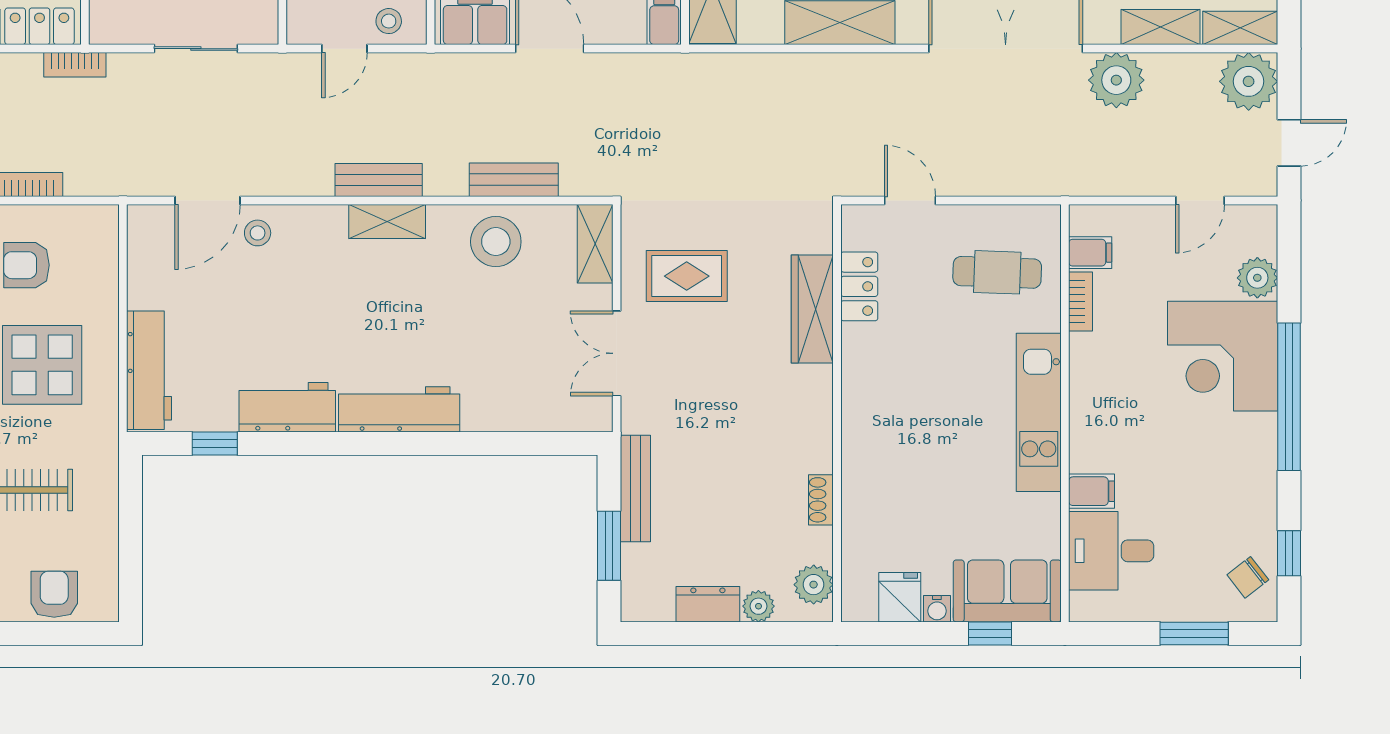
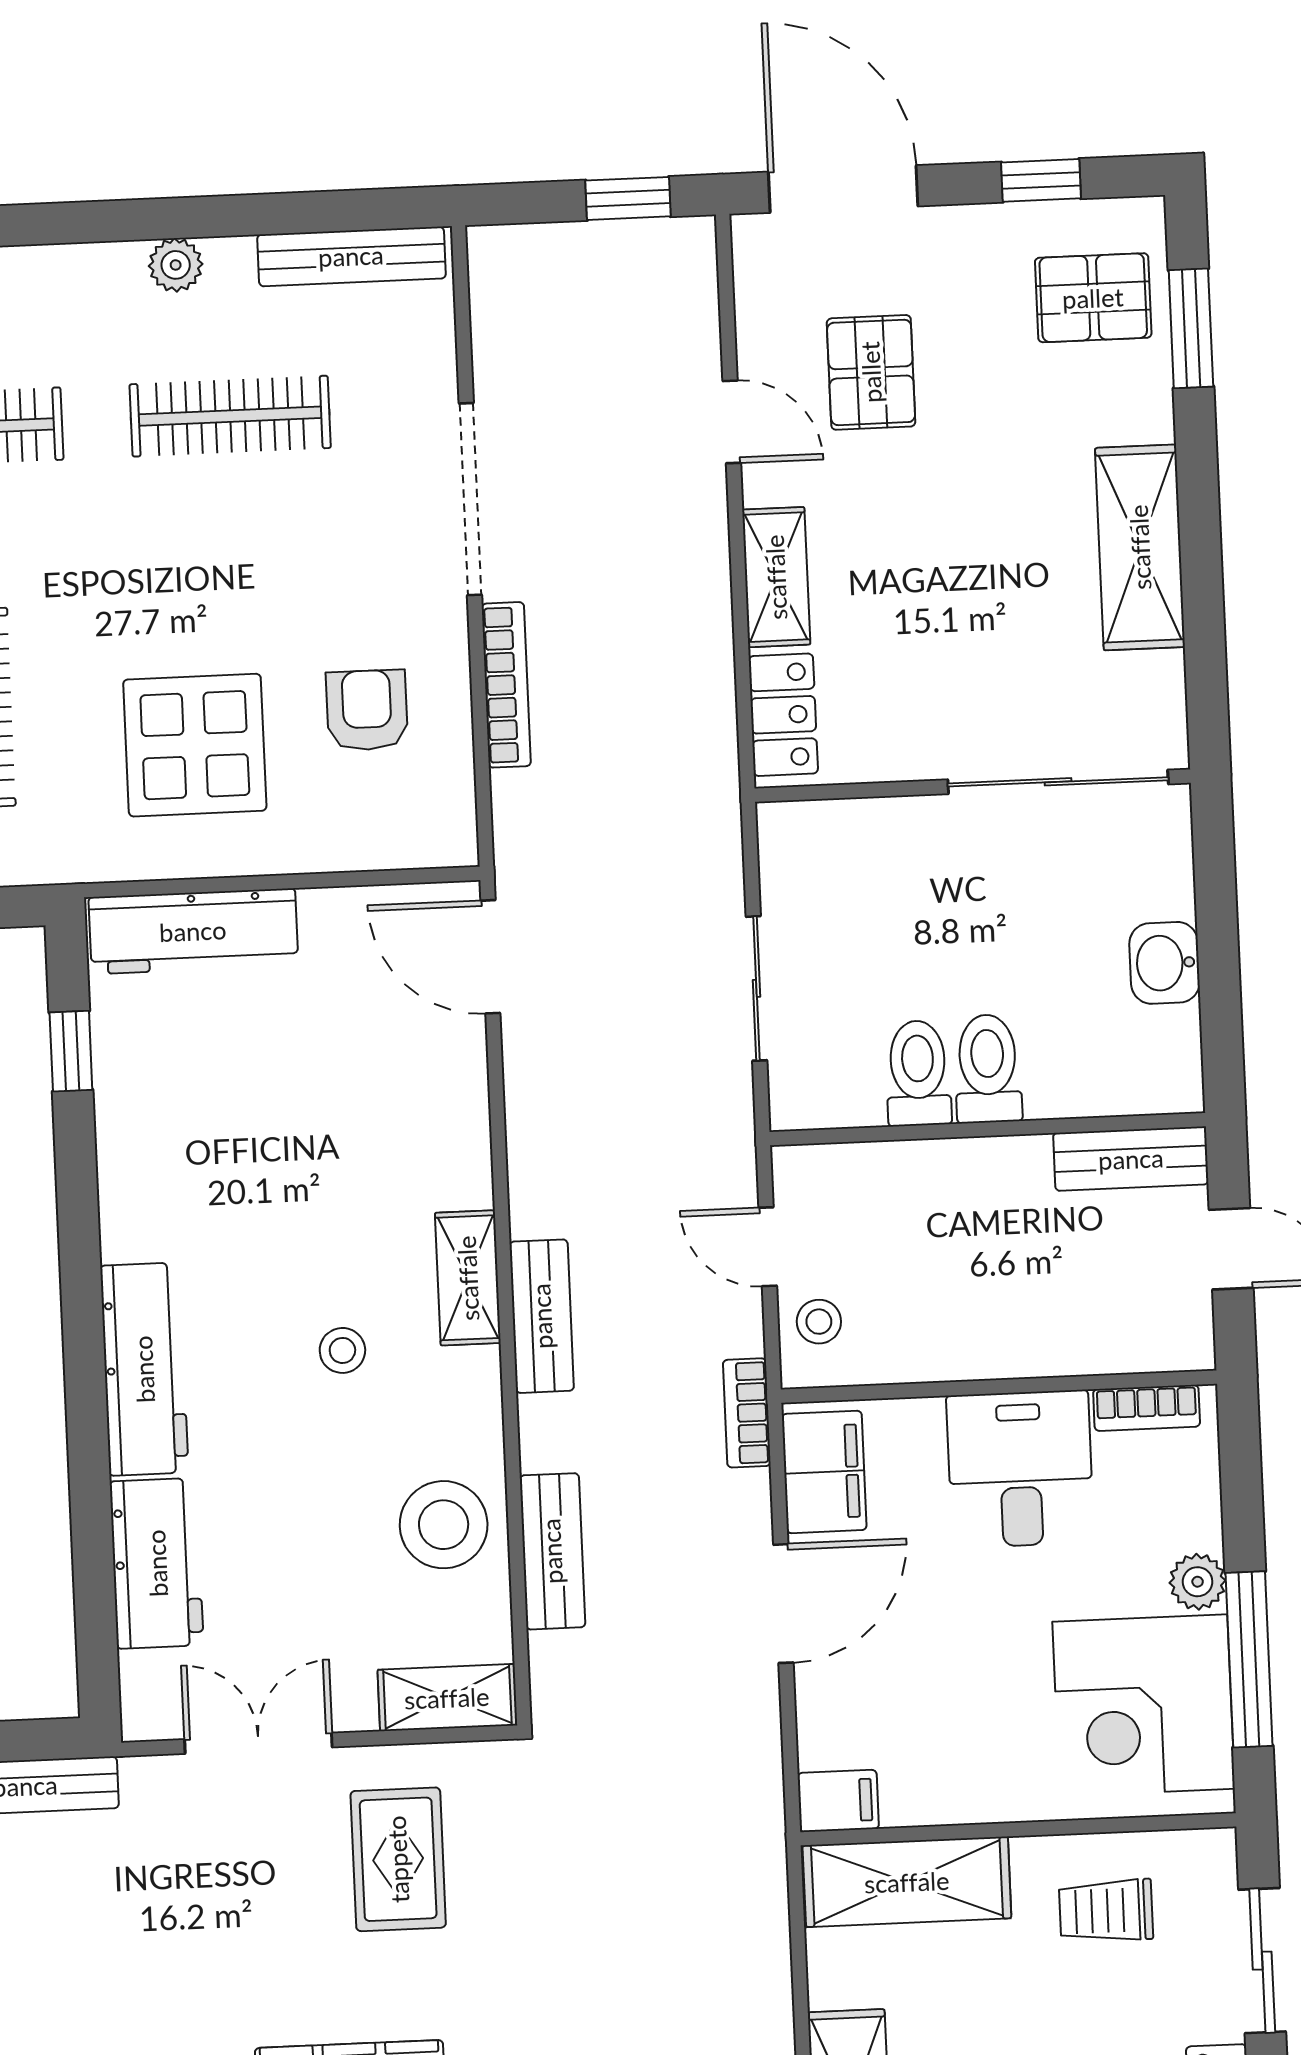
bookcase: (75, 65) -> (747, 1413), moved
door: (207, 200) -> (490, 957), moved
shelving: (387, 221) -> (468, 1278), moved
stool: (258, 233) -> (342, 1350), moved
workbench: (287, 407) -> (157, 1563), moved

